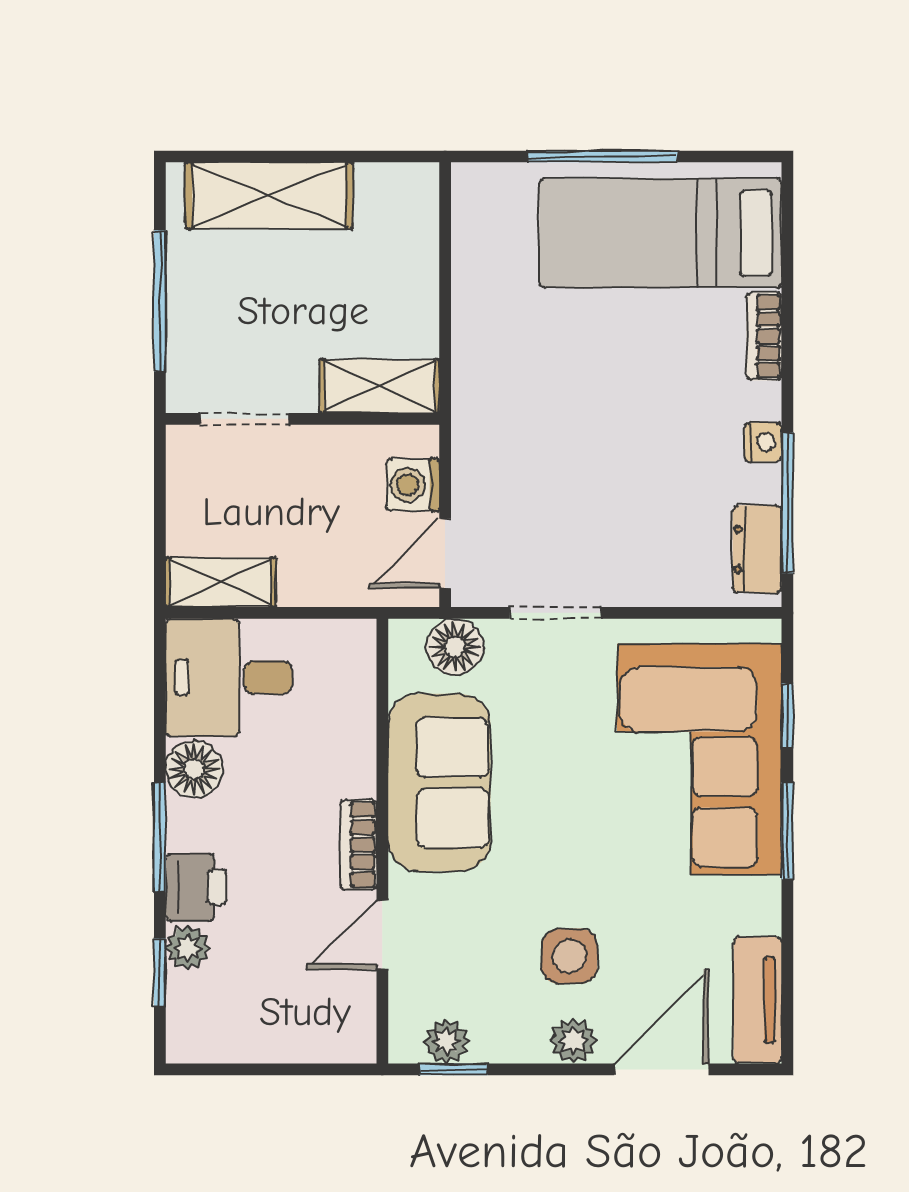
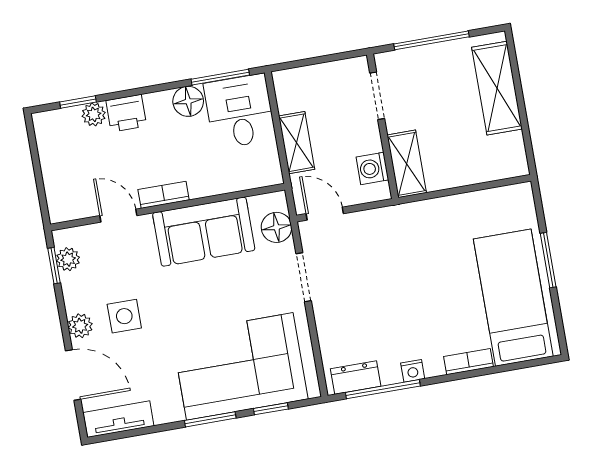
window: (603, 156) -> (548, 260), width x0.69
washing machine: (413, 485) -> (372, 168), moved, turned -90
shelving: (220, 582) -> (297, 143), moved
window: (160, 837) -> (220, 77), moved

